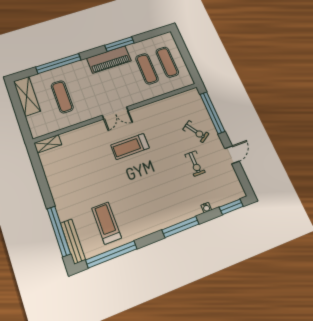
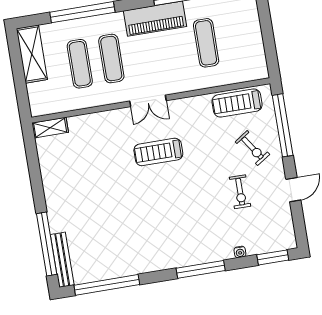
exercise mat: (167, 62) -> (111, 59), moved
treadmill: (106, 223) -> (237, 103), moved, turned -90

